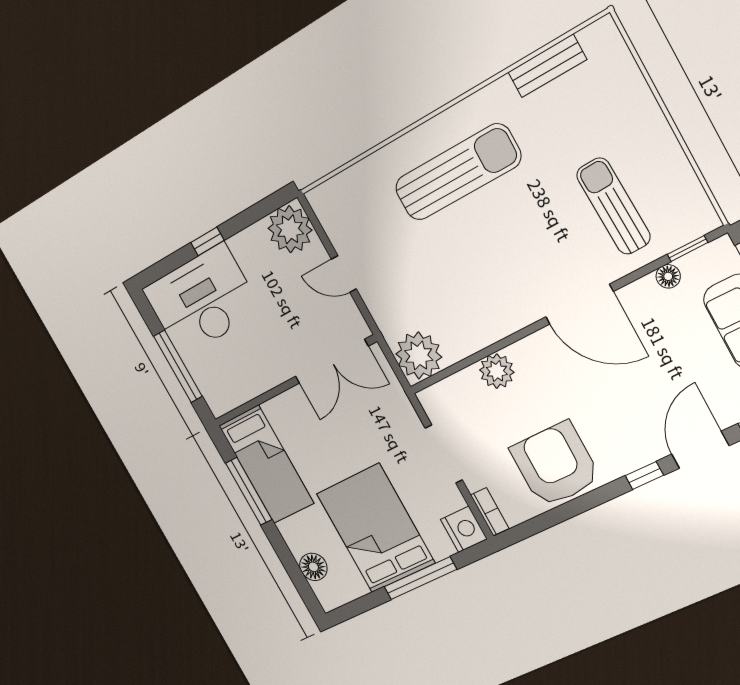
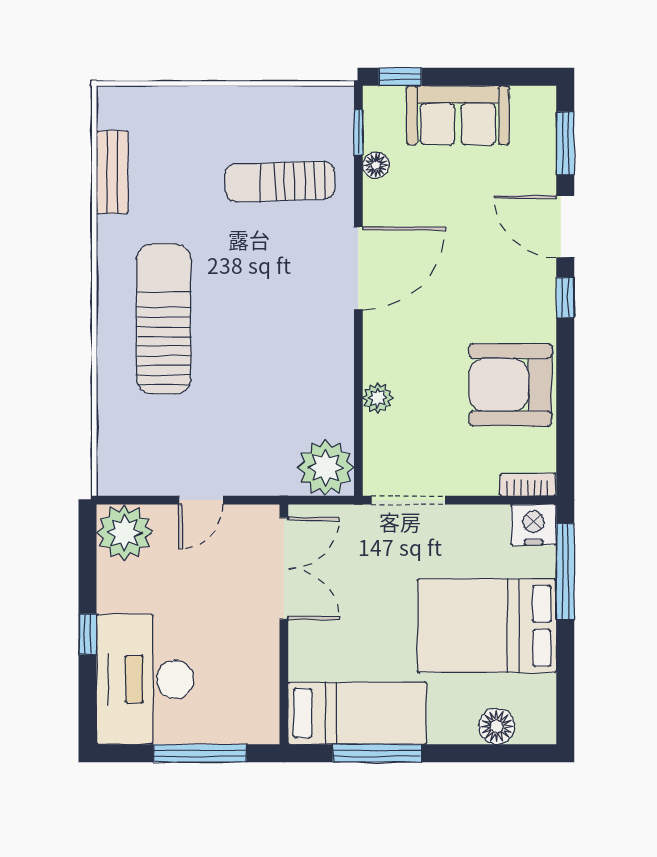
plant: (497, 371) -> (378, 398), width x0.73, depth x0.73
doorway: (444, 454) -> (408, 500), moved
window: (420, 578) -> (565, 572), moved

